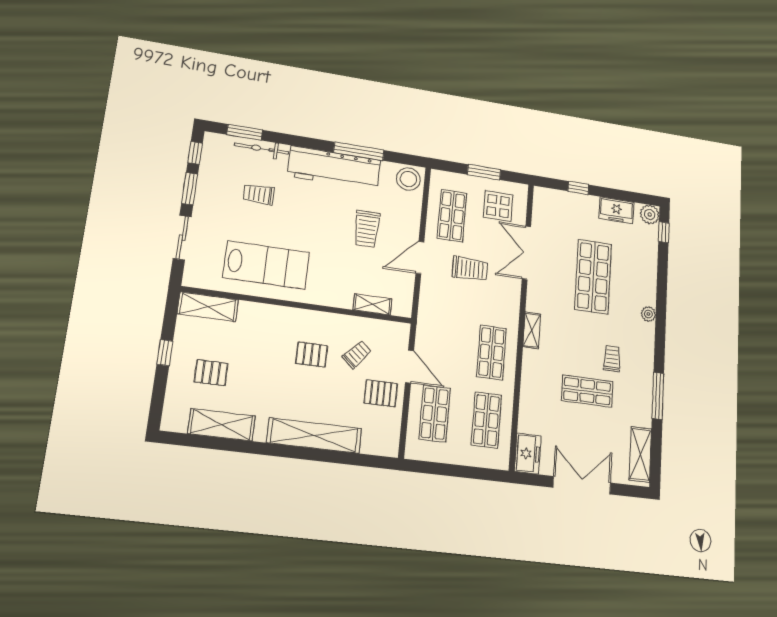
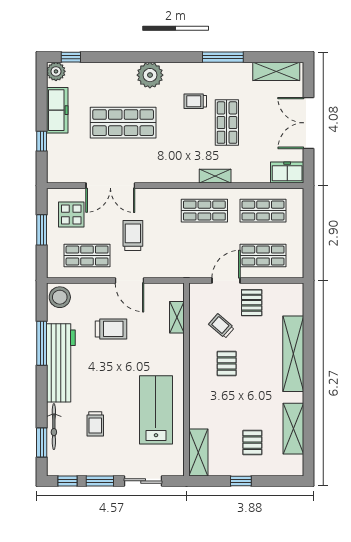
freezer: (616, 210) -> (57, 110), width x1.40
plant: (648, 314) -> (150, 75), width x1.87, depth x1.87
shelving: (532, 330) -> (215, 176), moved

